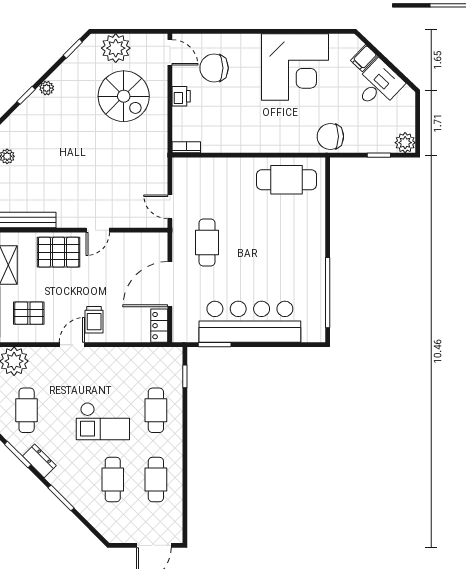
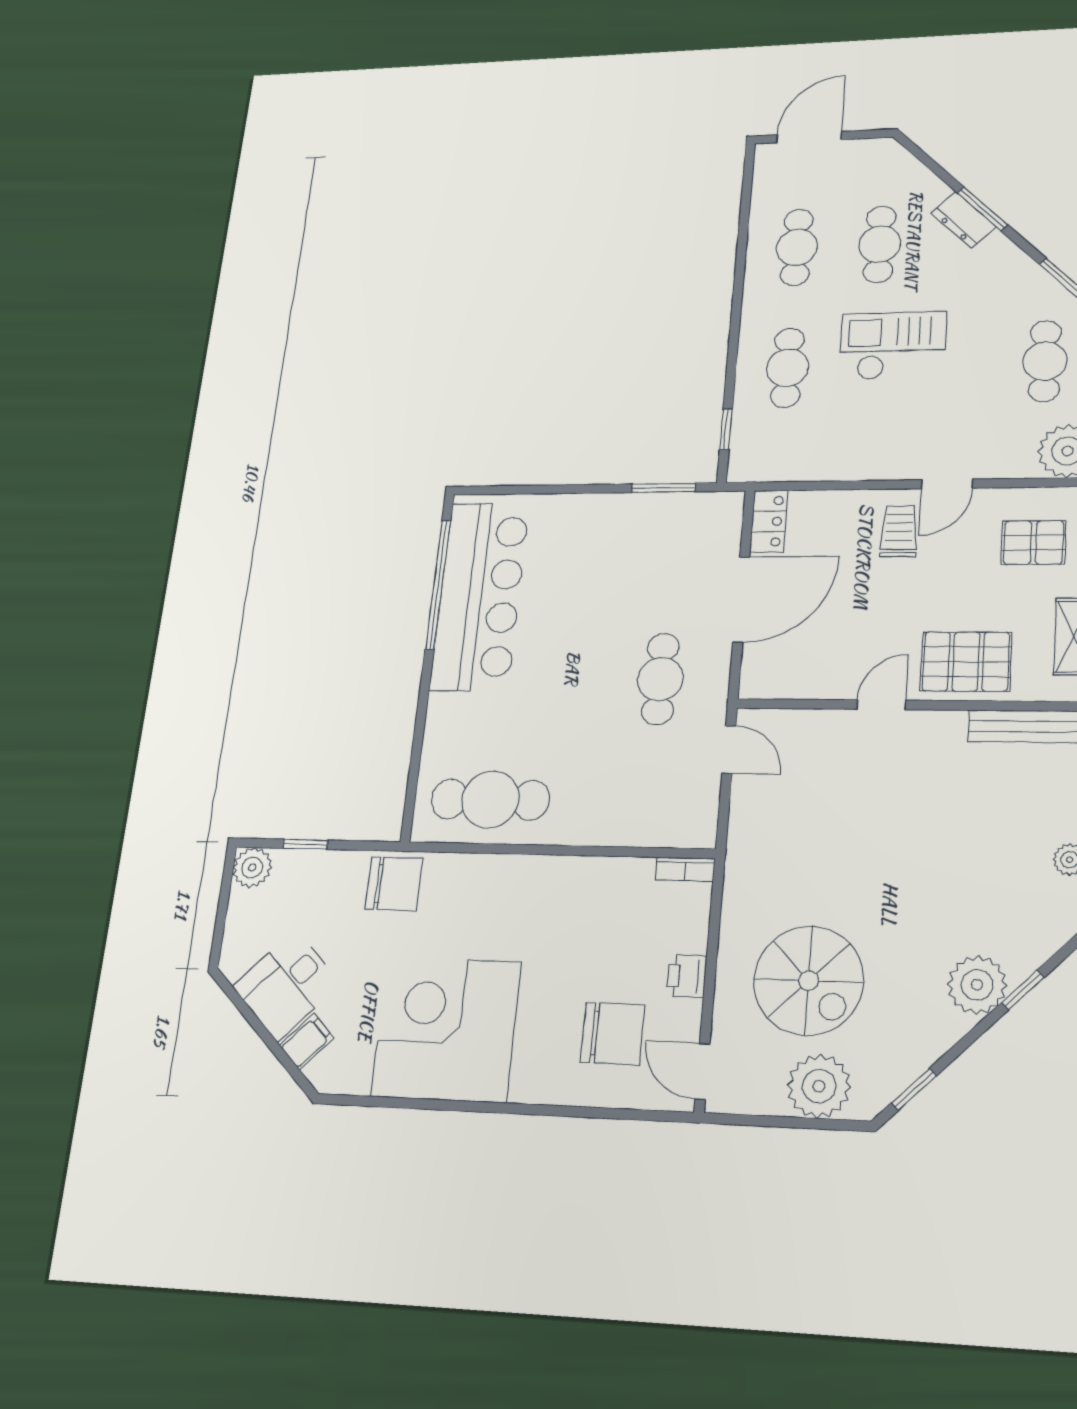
plant: (47, 88) -> (977, 985), width x1.88, depth x1.88
spiral stairs: (124, 96) -> (809, 981), turned 180
bar counter: (250, 322) -> (480, 596), moved, turned -90
dresser: (39, 461) -> (964, 220), moved

